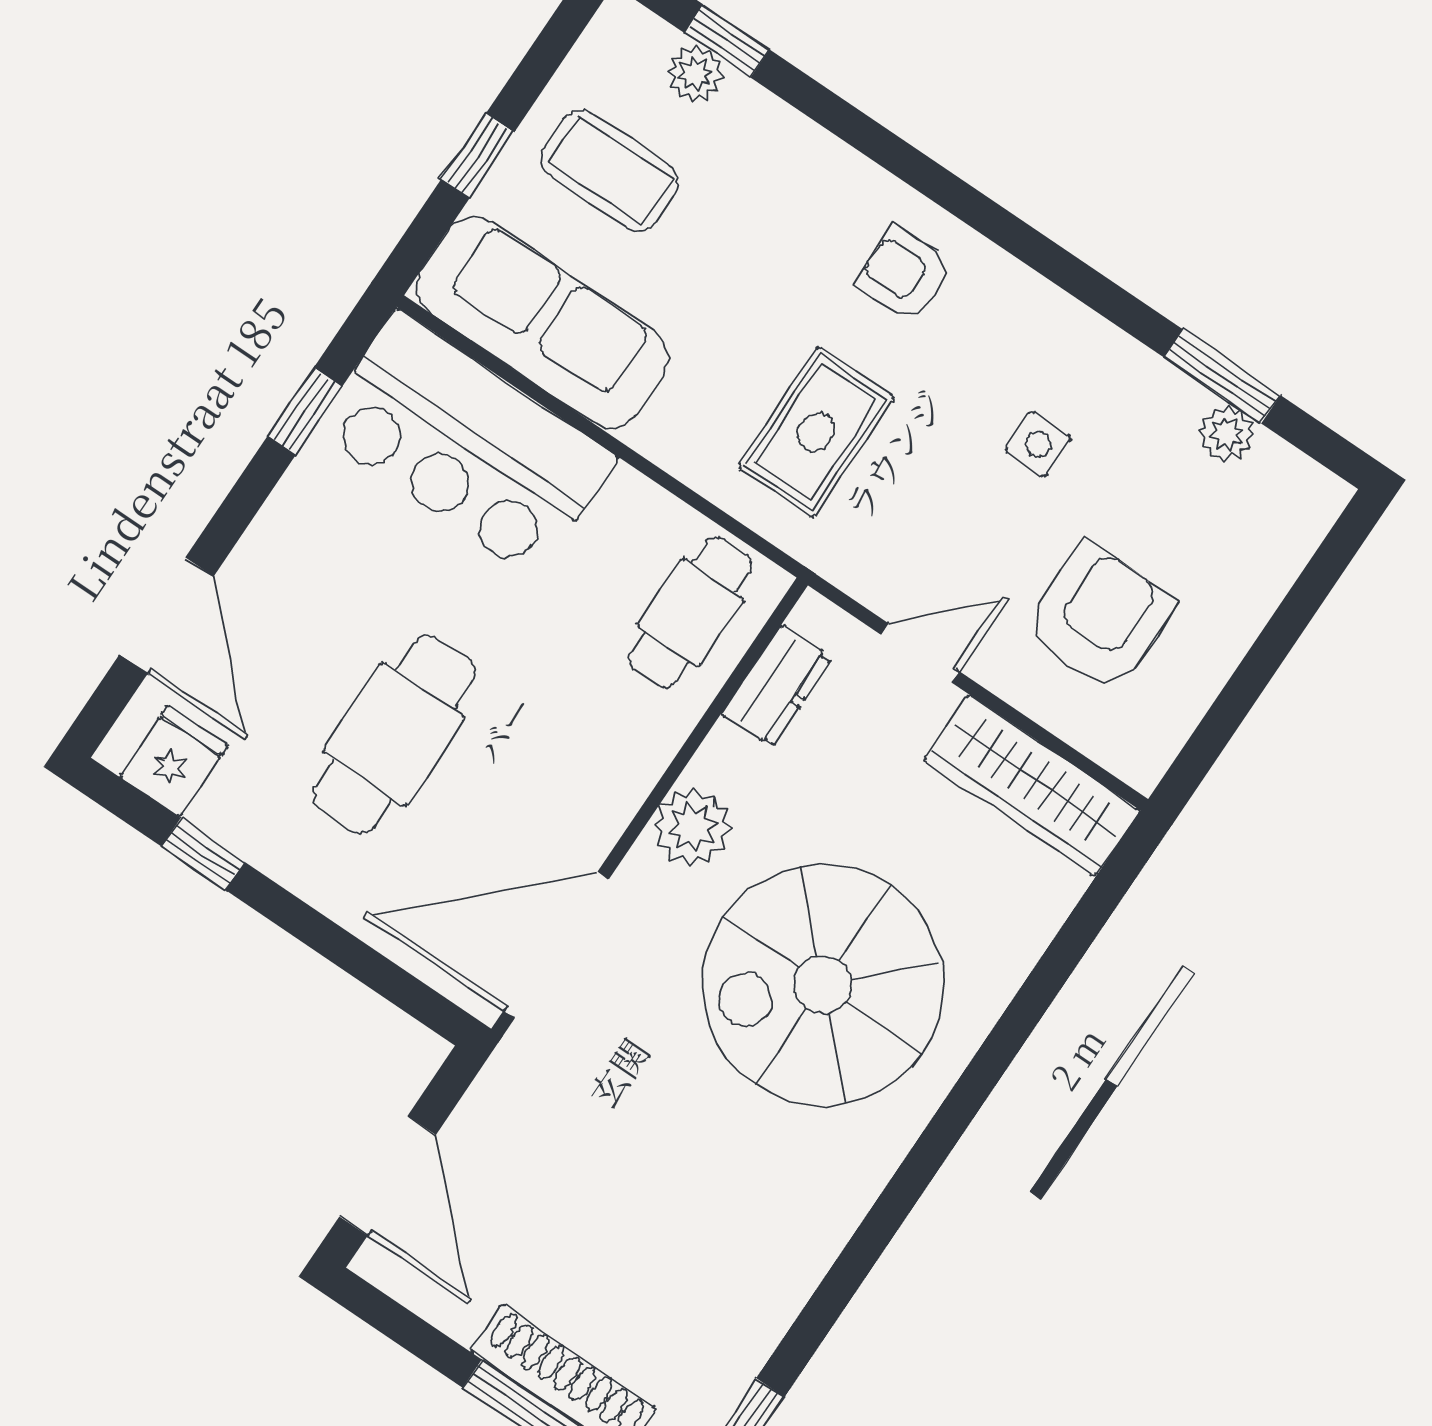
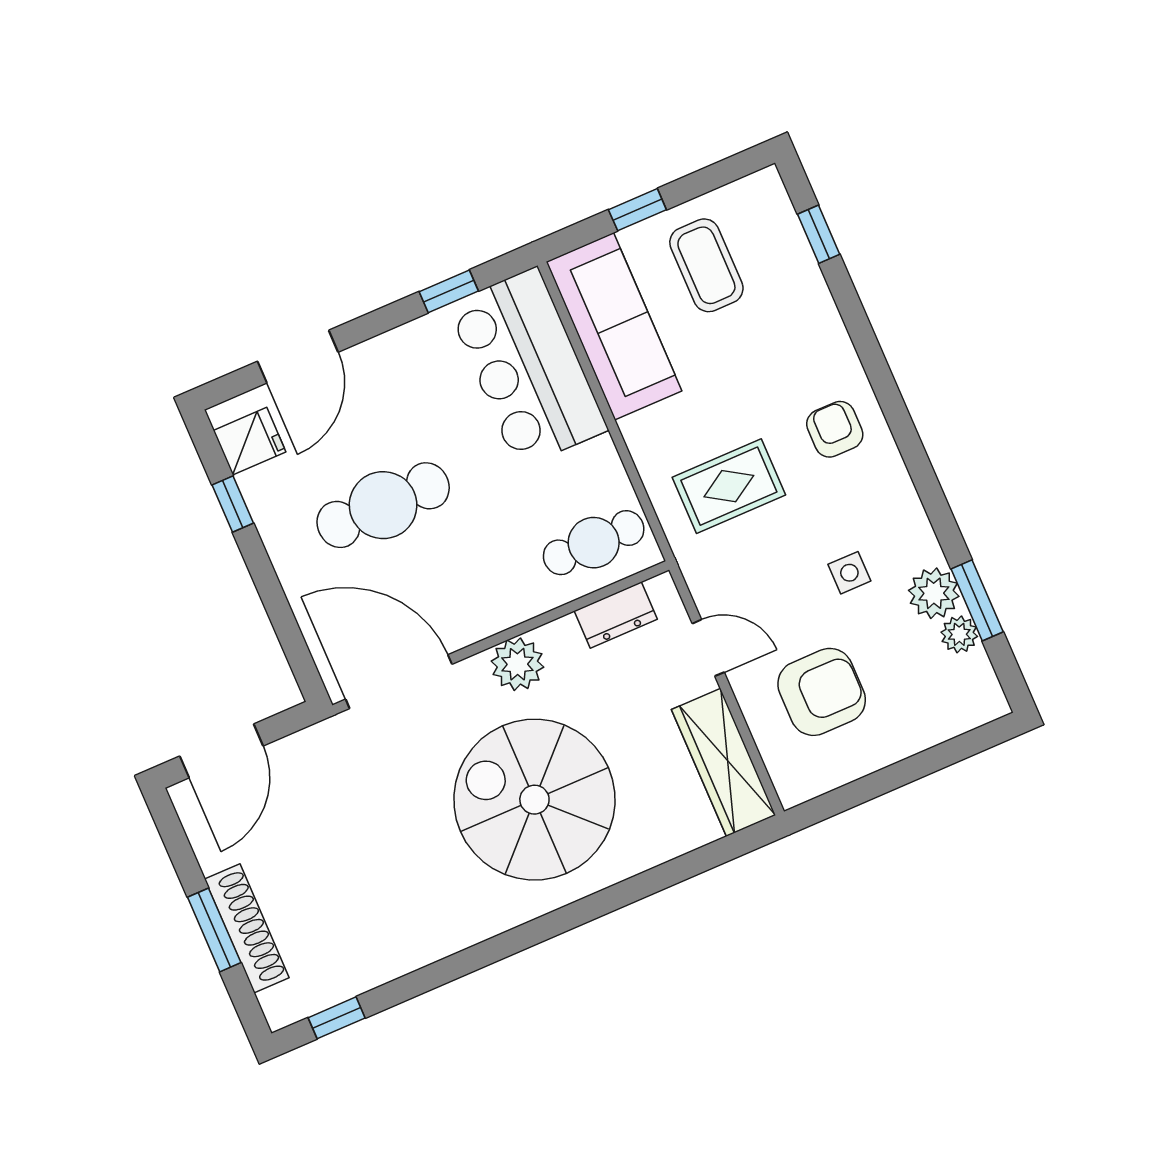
plant: (695, 74) -> (934, 593), moved, width x1.38, depth x1.38

